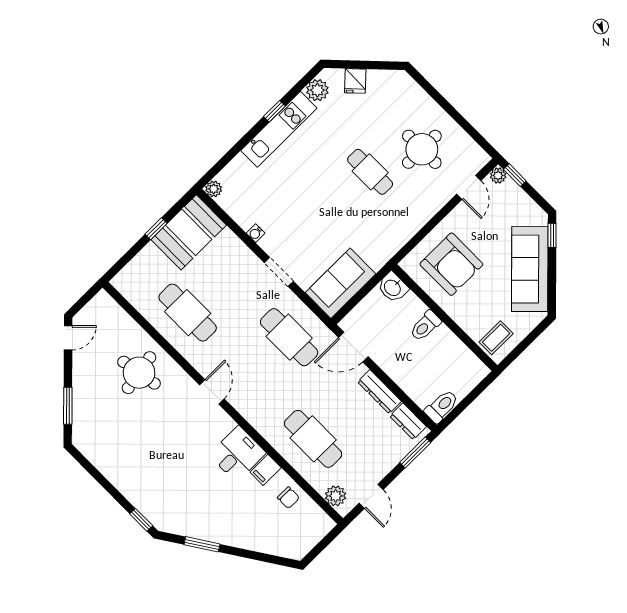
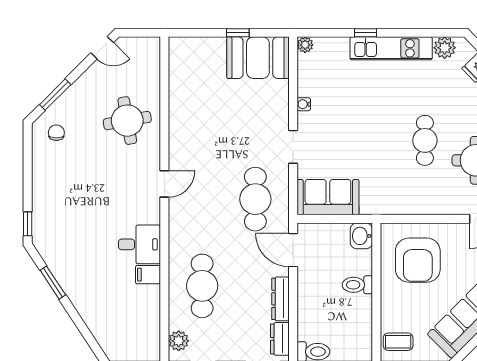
window: (274, 111) -> (366, 33), moved
cafe table: (188, 313) -> (202, 112), removed
chair: (288, 498) -> (56, 133), moved, turned 180

